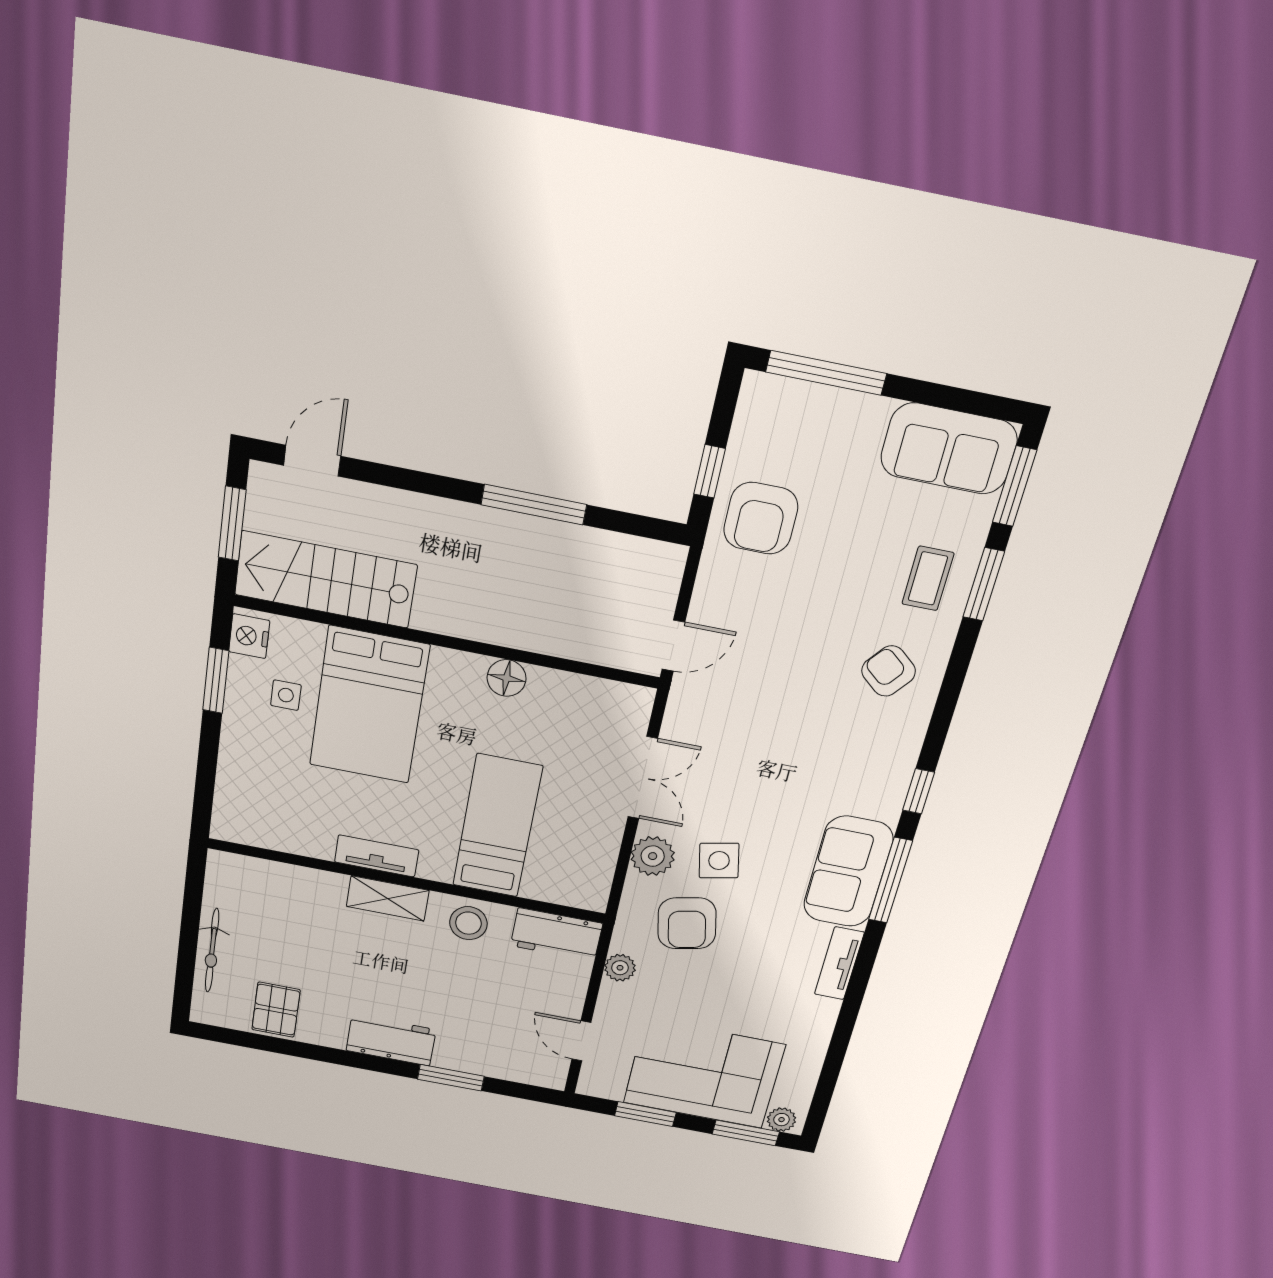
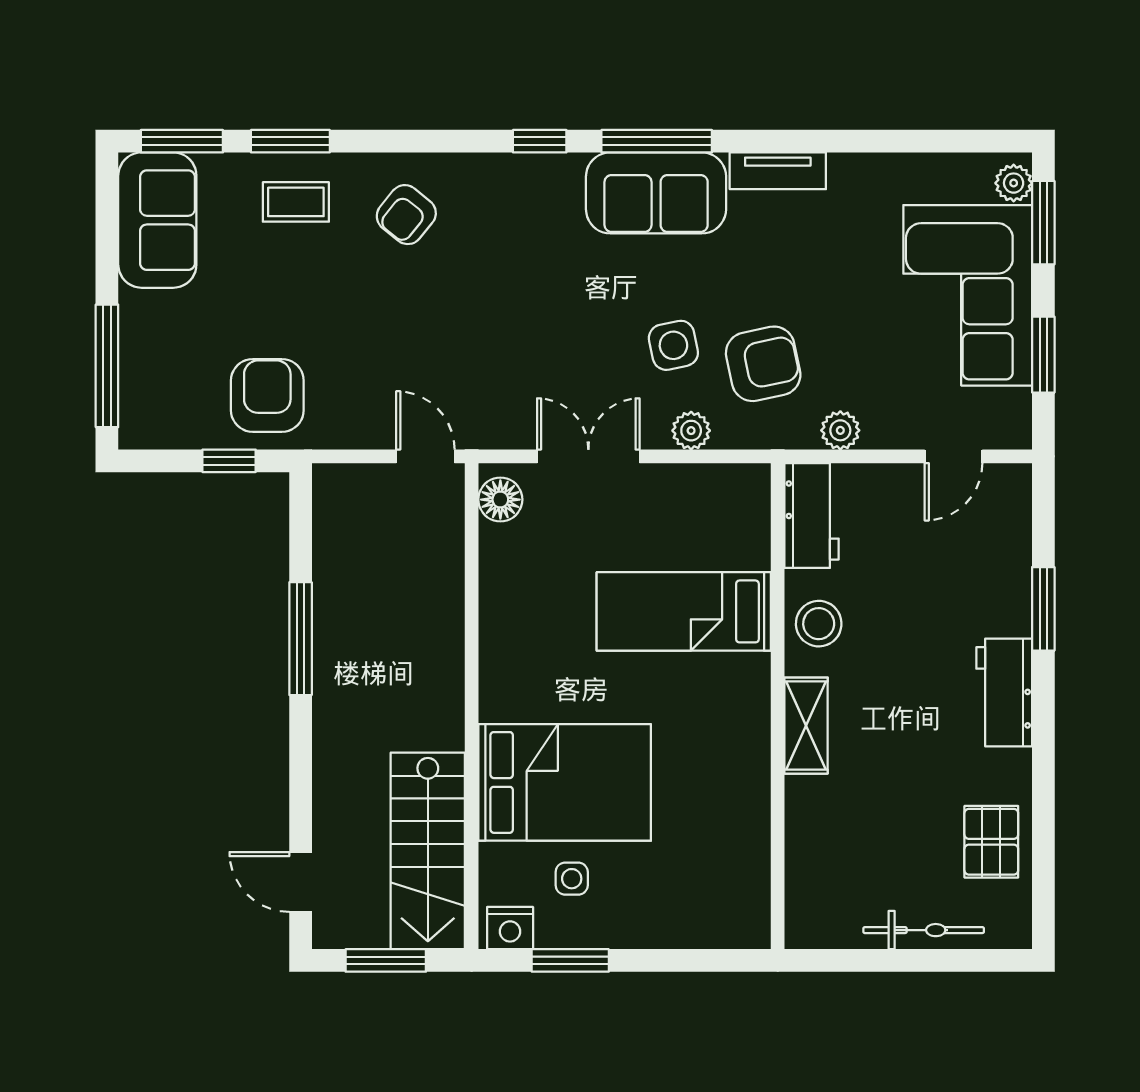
armchair: (761, 518) -> (267, 395), turned -90
floor lamp: (507, 678) -> (500, 500), moved
tv unit: (377, 856) -> (752, 747), removed
plant: (653, 856) -> (691, 431), width x0.73, depth x0.73
pallet: (276, 1010) -> (991, 842), turned 90

